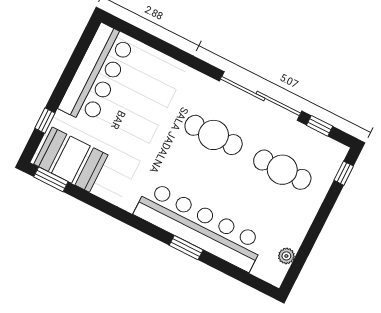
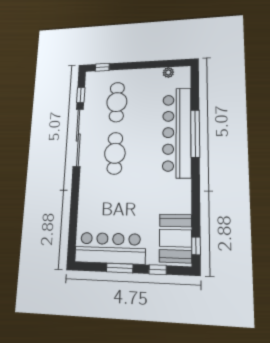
window: (68, 75) -> (120, 268), added
window: (51, 179) -> (196, 246), width x0.67
window: (186, 248) -> (195, 134), width x2.11

